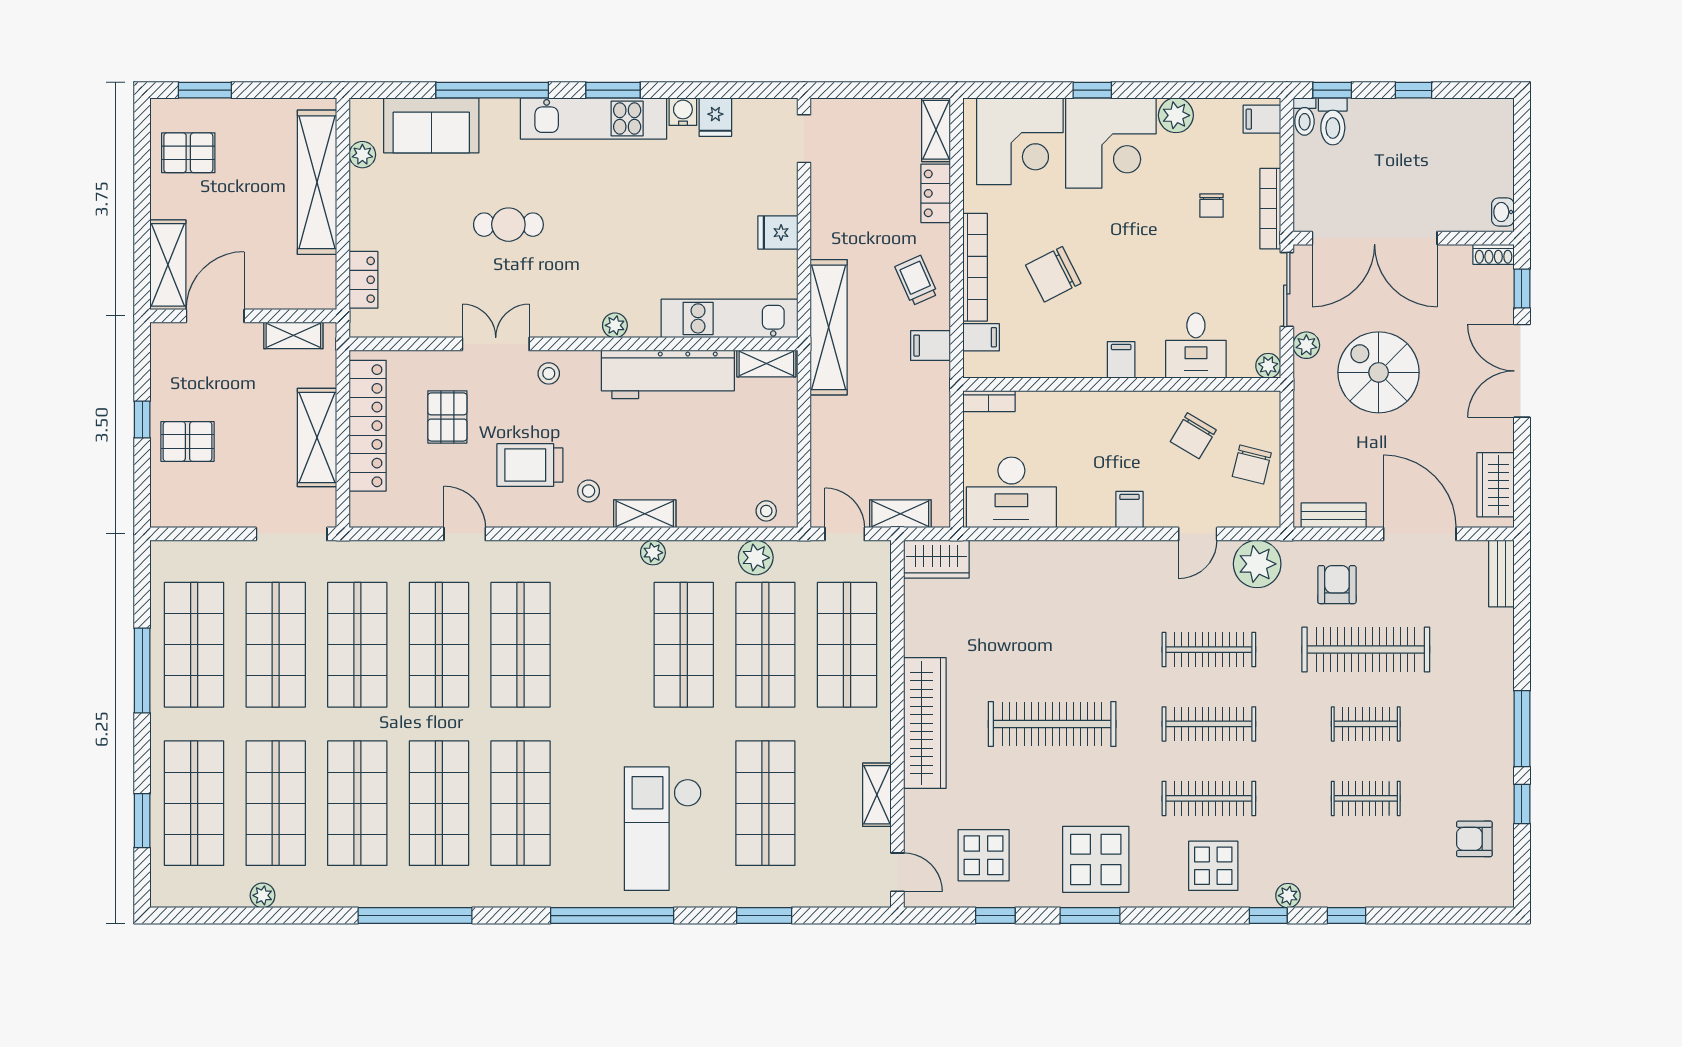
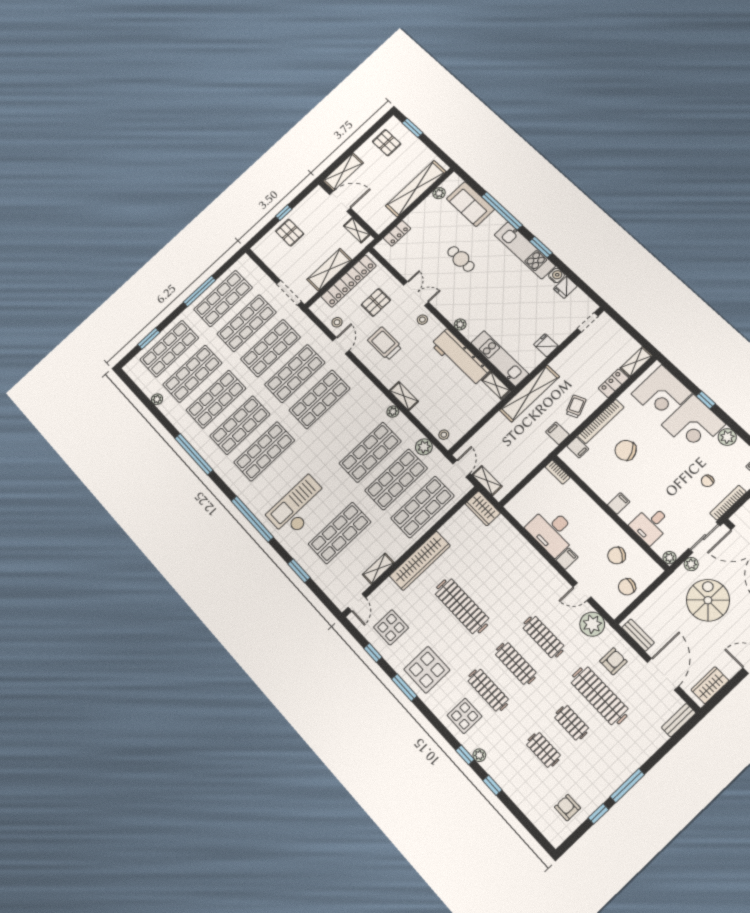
stool: (589, 491) -> (337, 322), moved
desk: (1011, 492) -> (552, 531), moved

